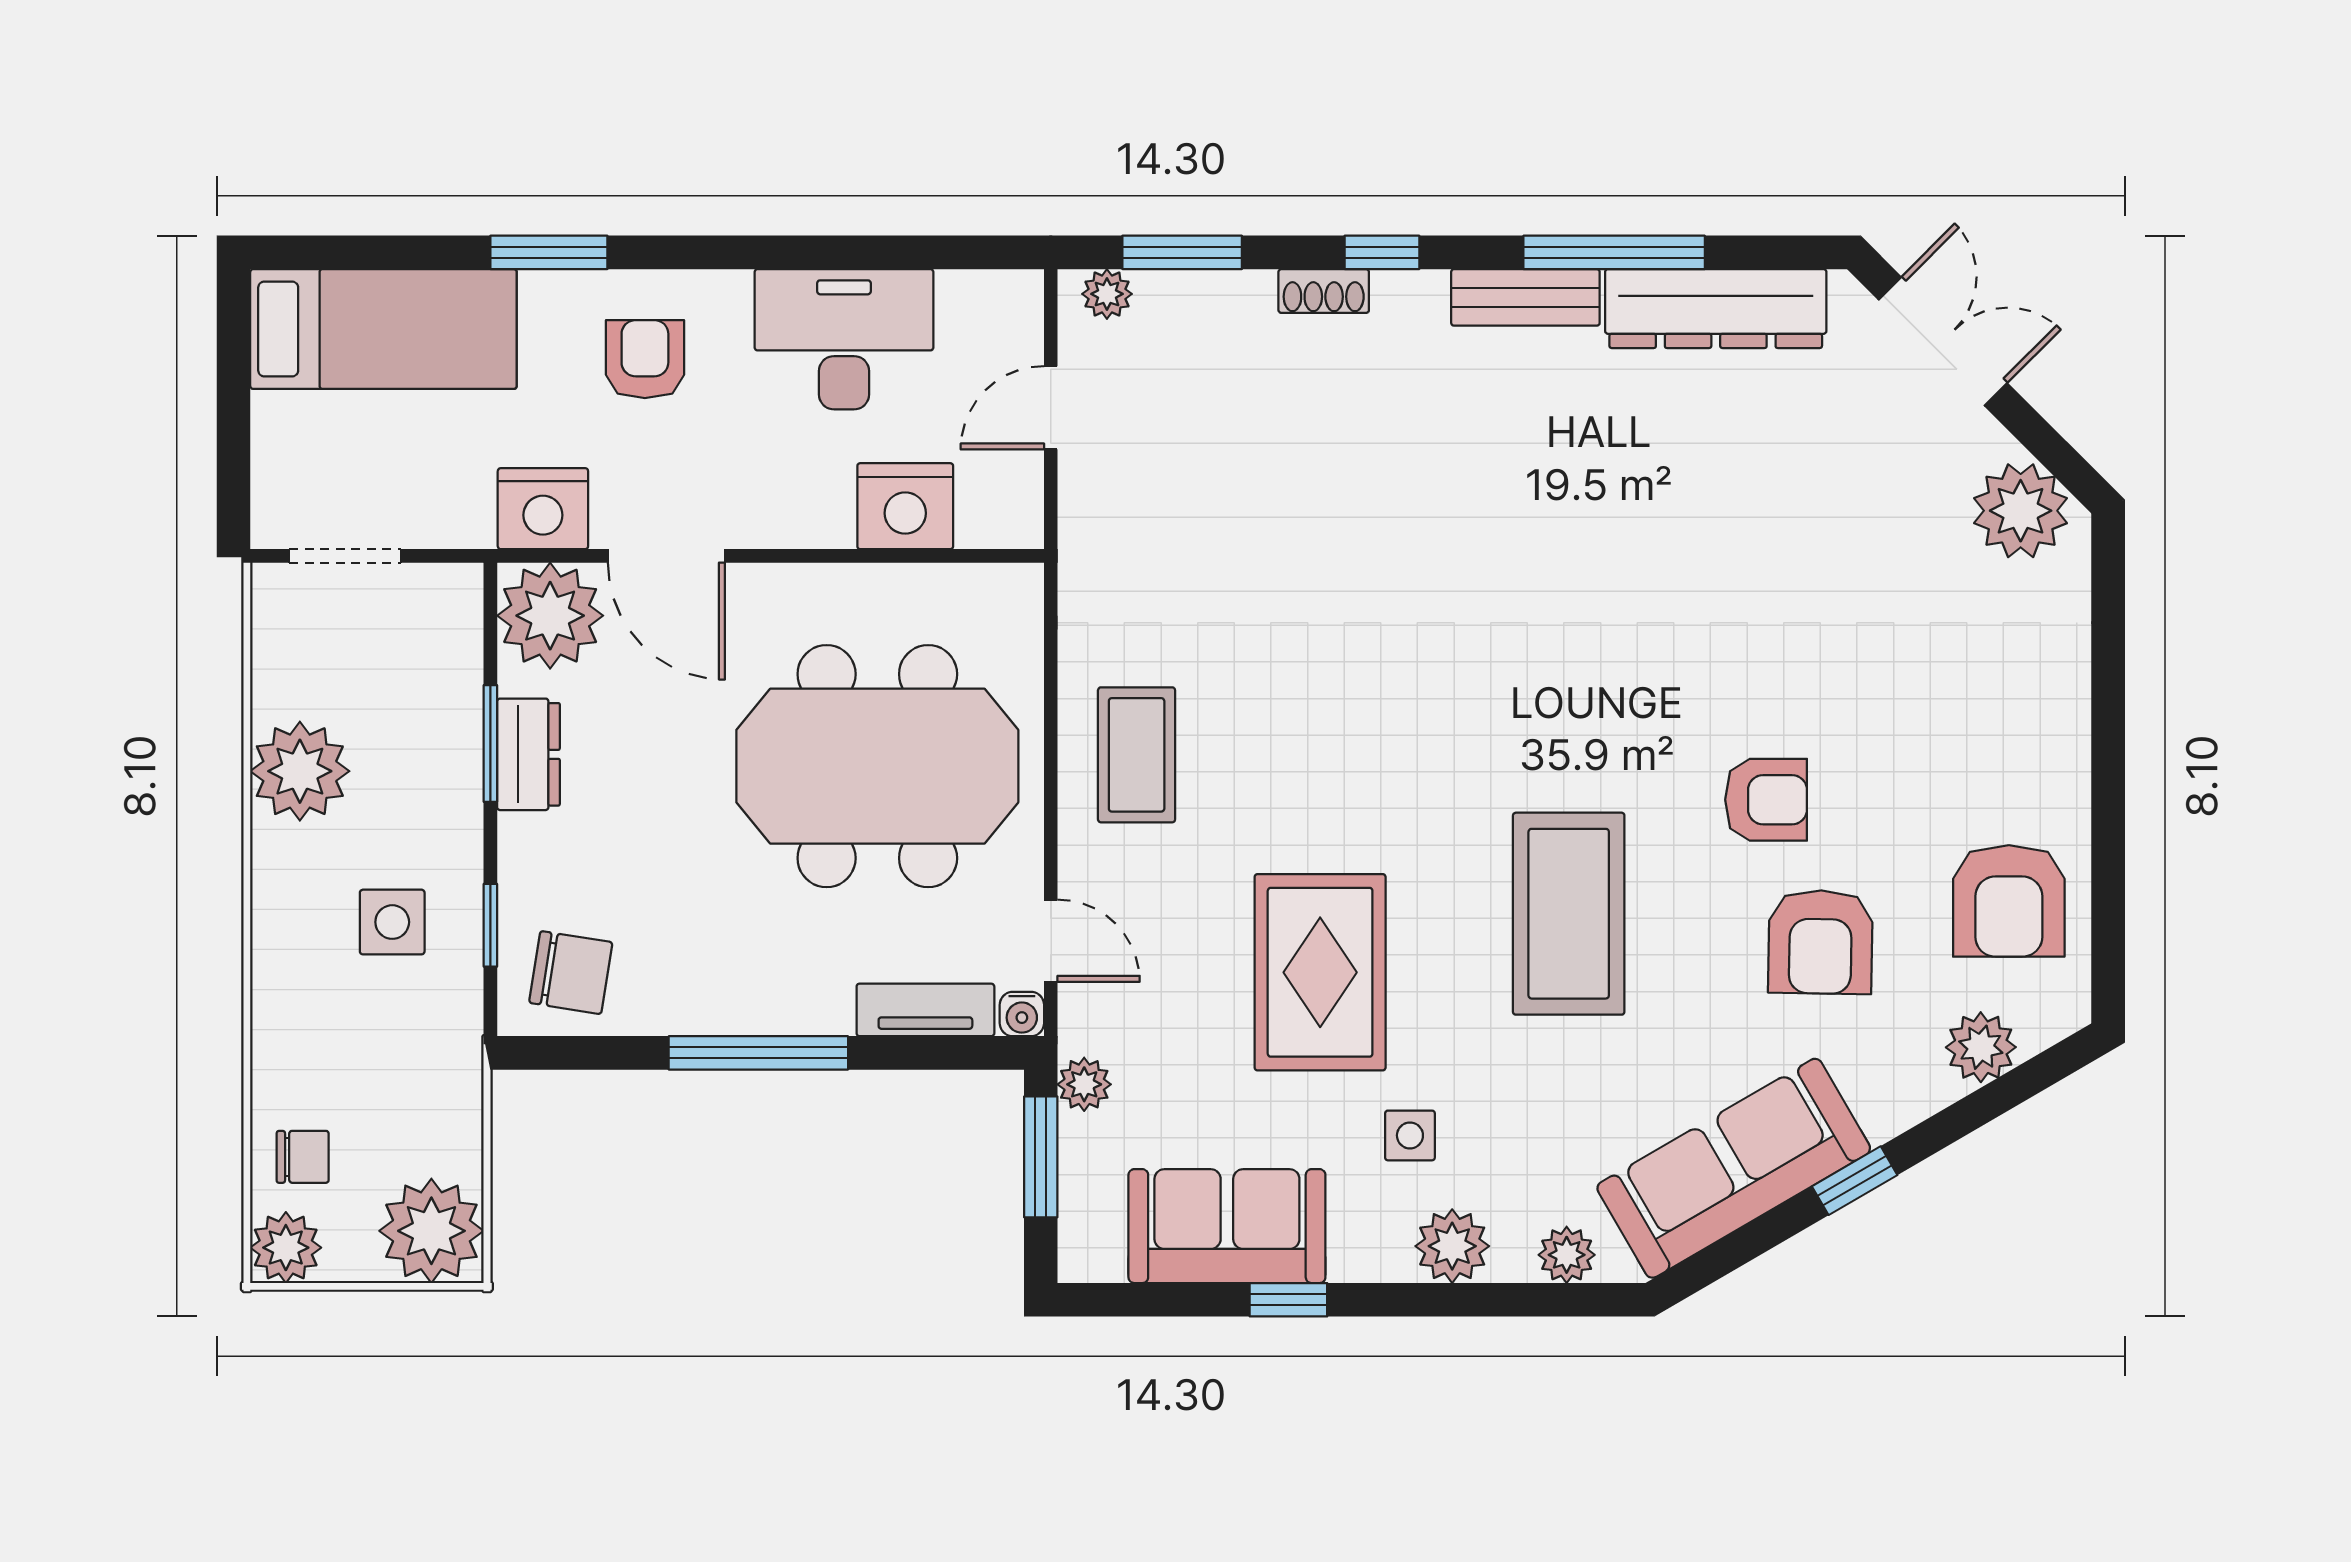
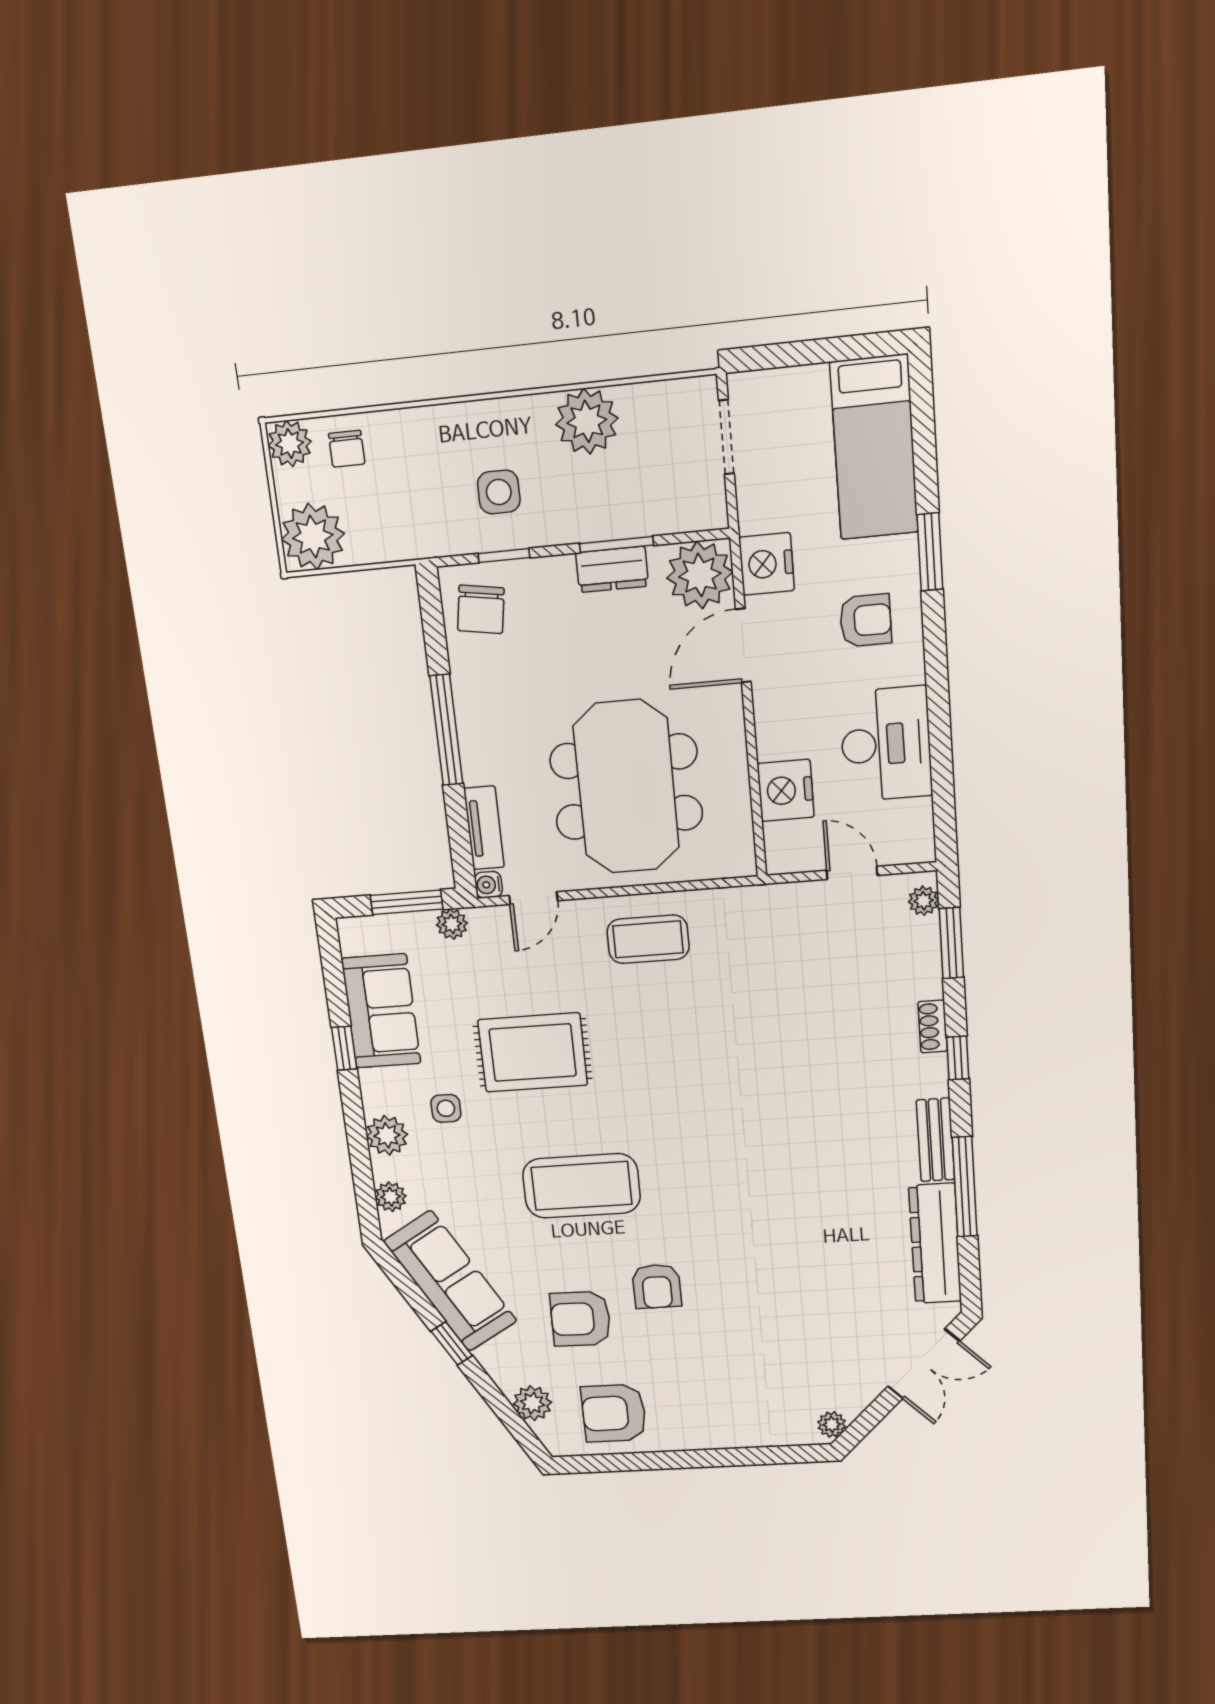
plant: (2021, 511) -> (832, 1424), width x0.53, depth x0.53

